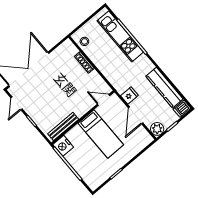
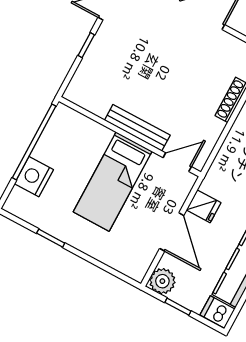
door: (104, 100) -> (177, 162), hinge flipped
door: (136, 115) -> (172, 232), swing flipped
bench: (63, 126) -> (137, 128), moved
nightstand: (63, 146) -> (34, 177), moved

